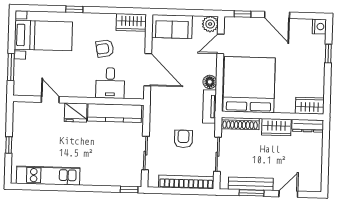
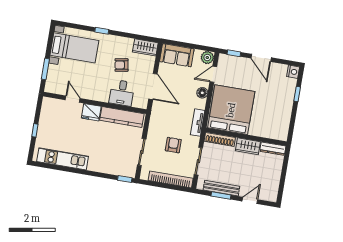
floor lamp: (210, 82) -> (202, 93), moved
wardrobe: (310, 106) -> (277, 133), removed

